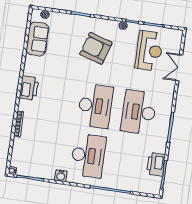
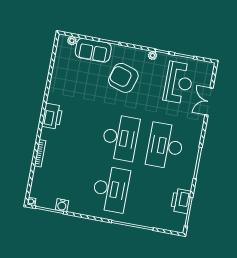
sofa: (37, 39) -> (93, 50), moved, turned 90
water cooler: (61, 176) -> (62, 205), moved

